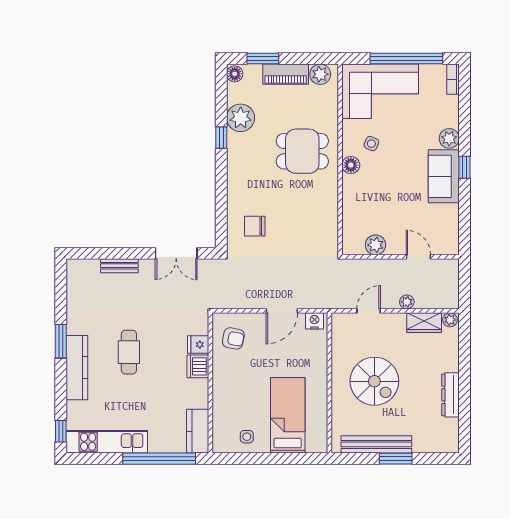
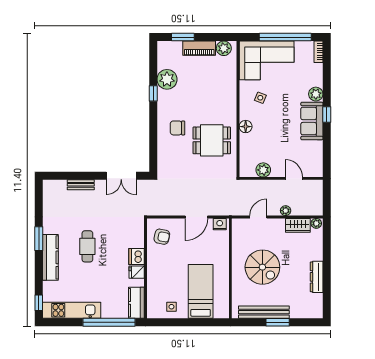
floor lamp: (235, 74) -> (163, 48), removed
dining table: (302, 151) -> (212, 140), moved
floor lamp: (351, 165) -> (246, 127), moved
chair: (255, 226) -> (177, 128), moved
fridge: (198, 345) -> (137, 272), moved

